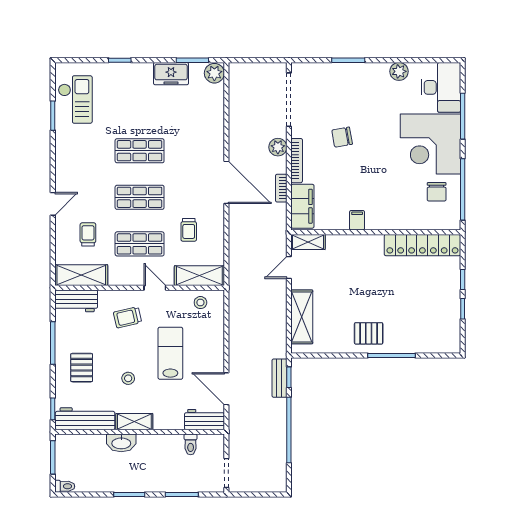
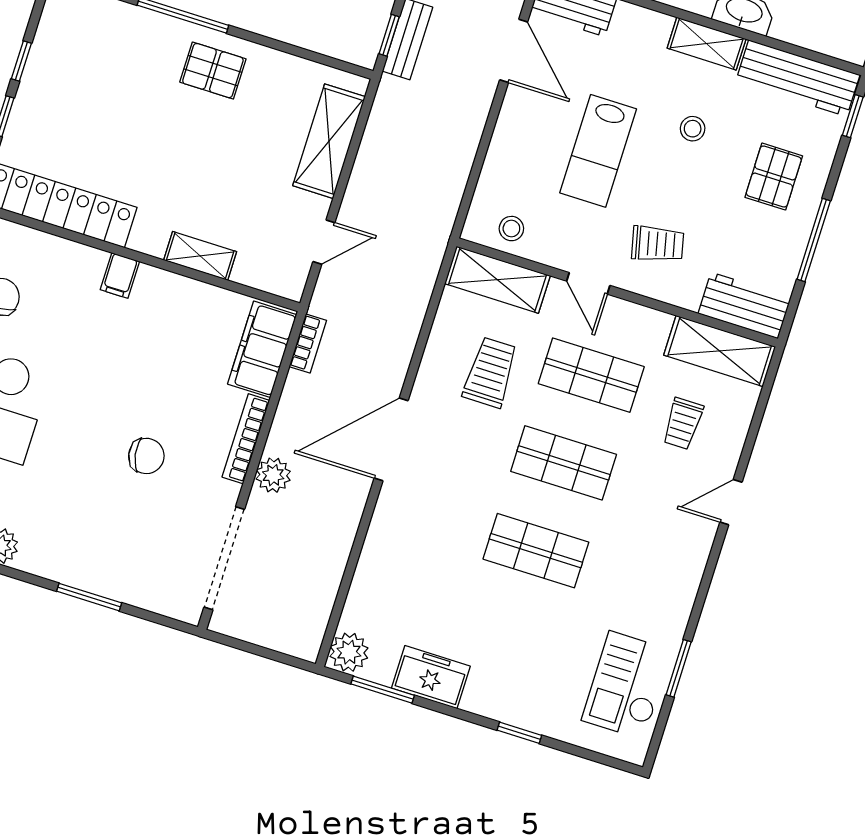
door: (226, 182) -> (391, 439), hinge flipped
bookcase: (281, 188) -> (308, 343), moved
filing cabinet: (357, 220) -> (120, 275), moved
trolley: (189, 230) -> (490, 372), width x1.36, depth x1.39
shelving: (308, 242) -> (200, 256), moved

